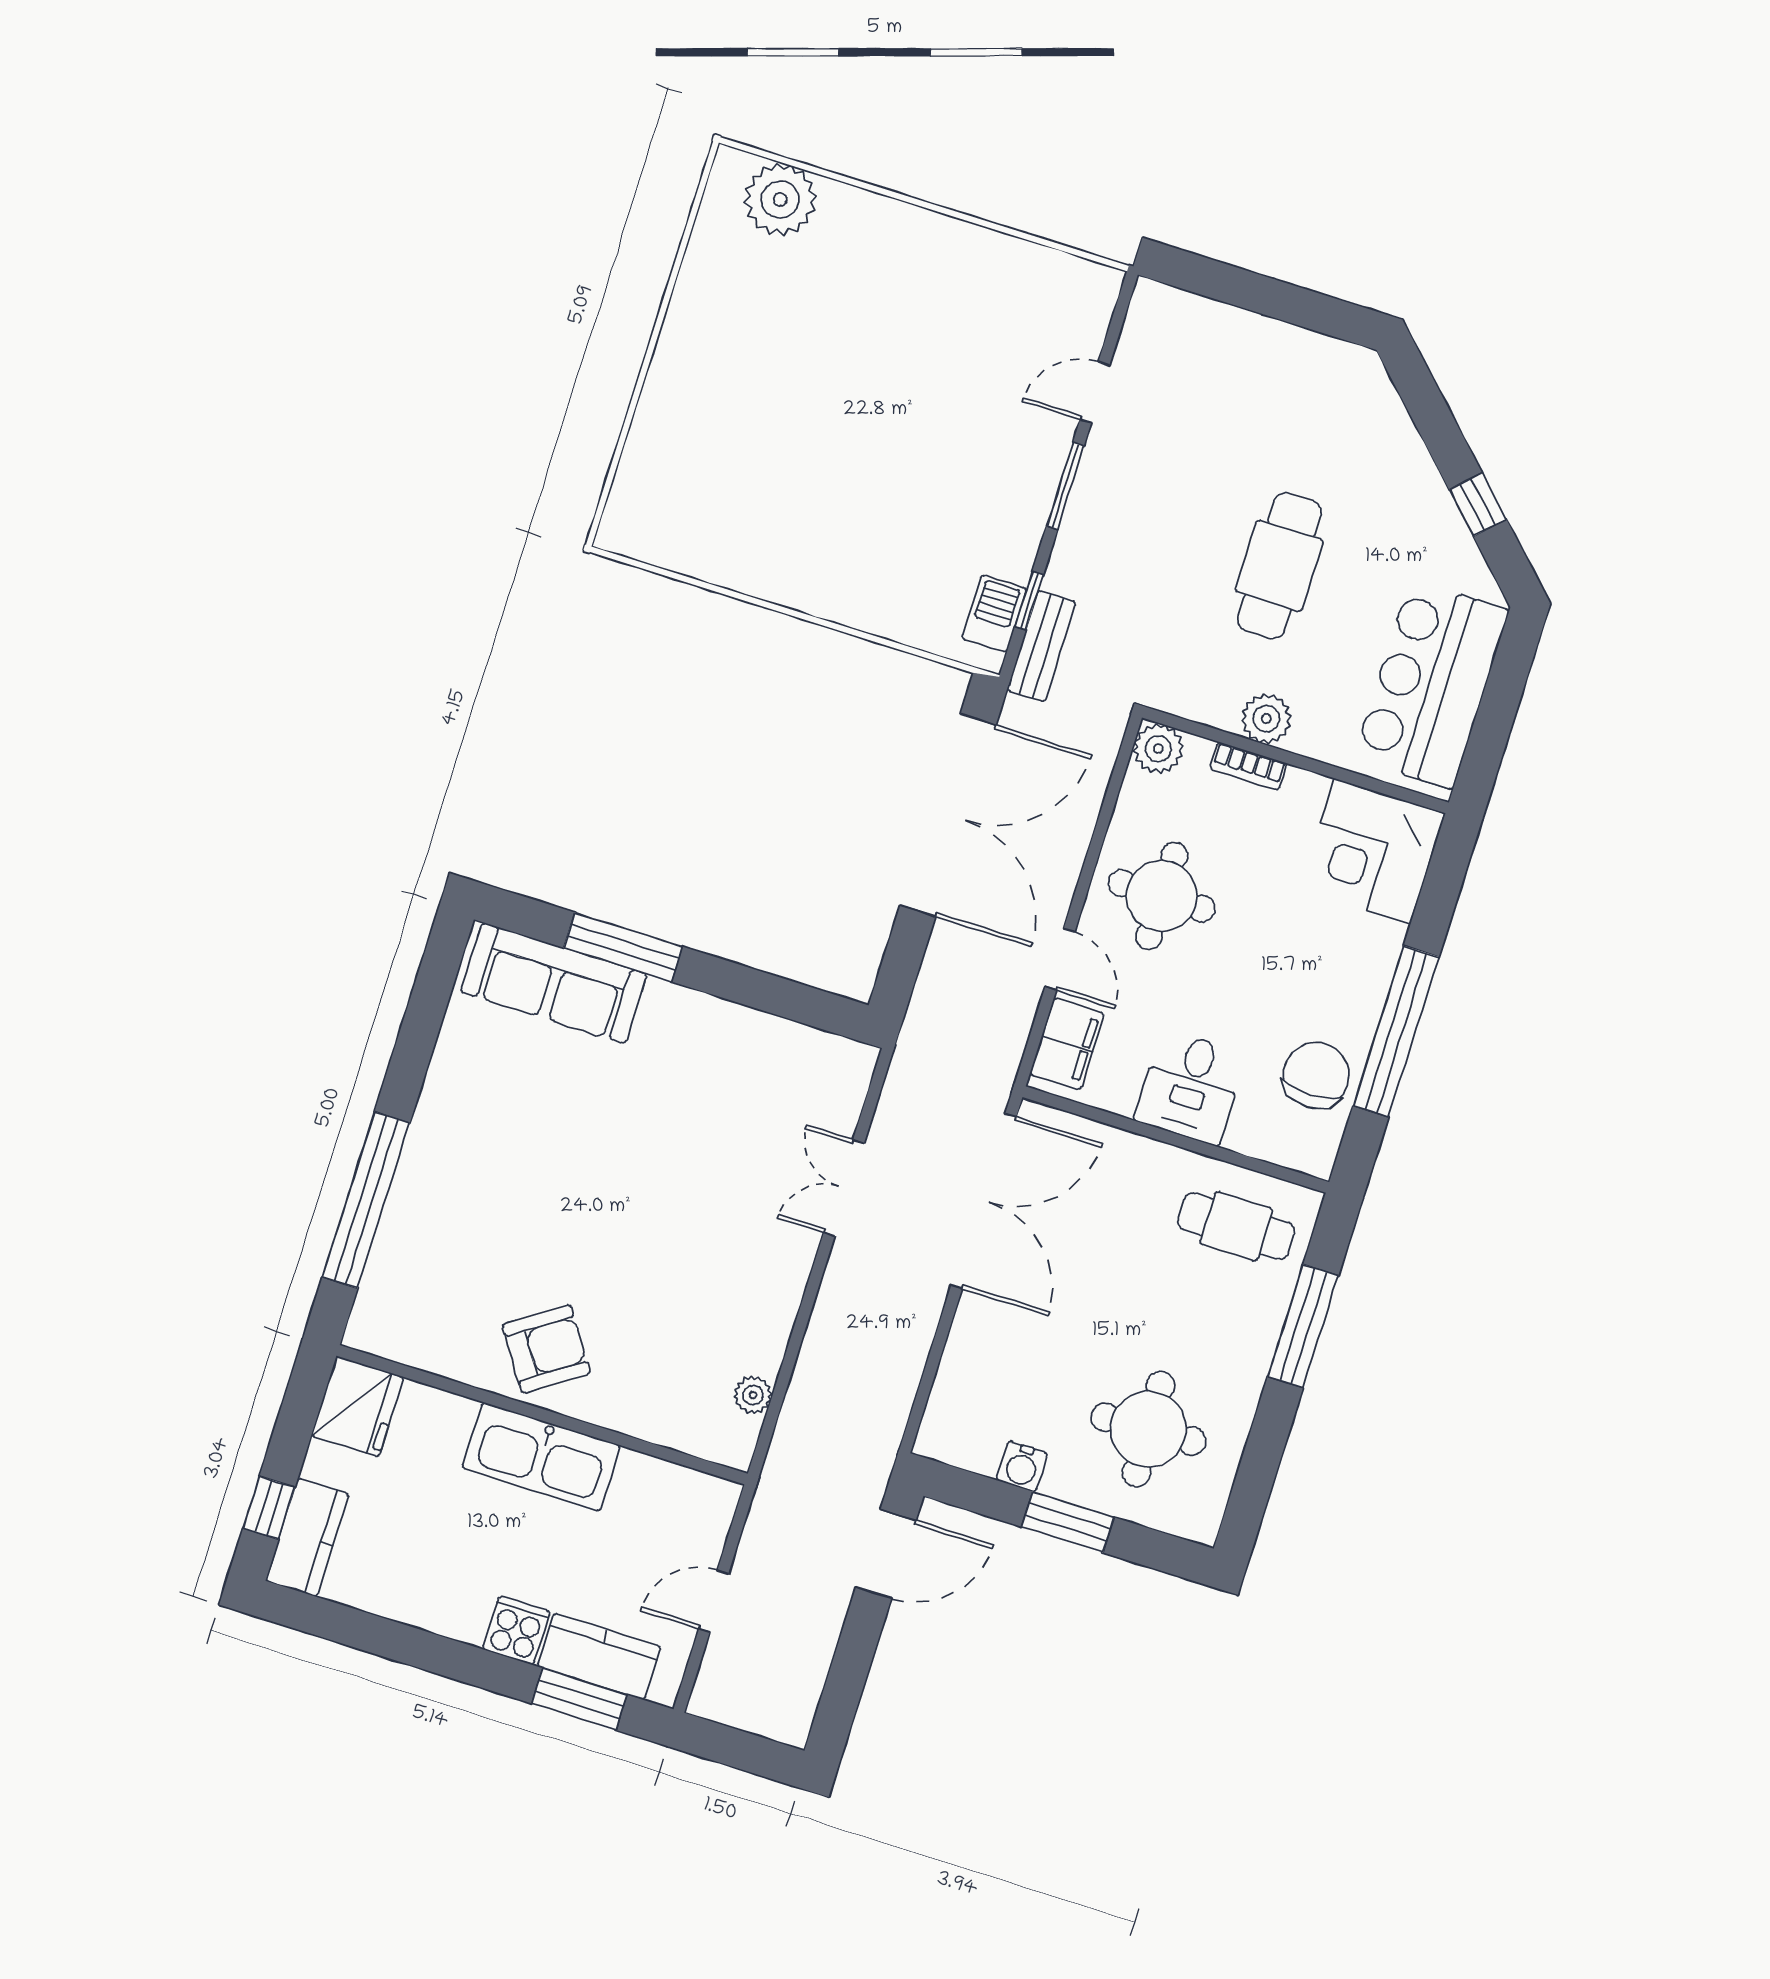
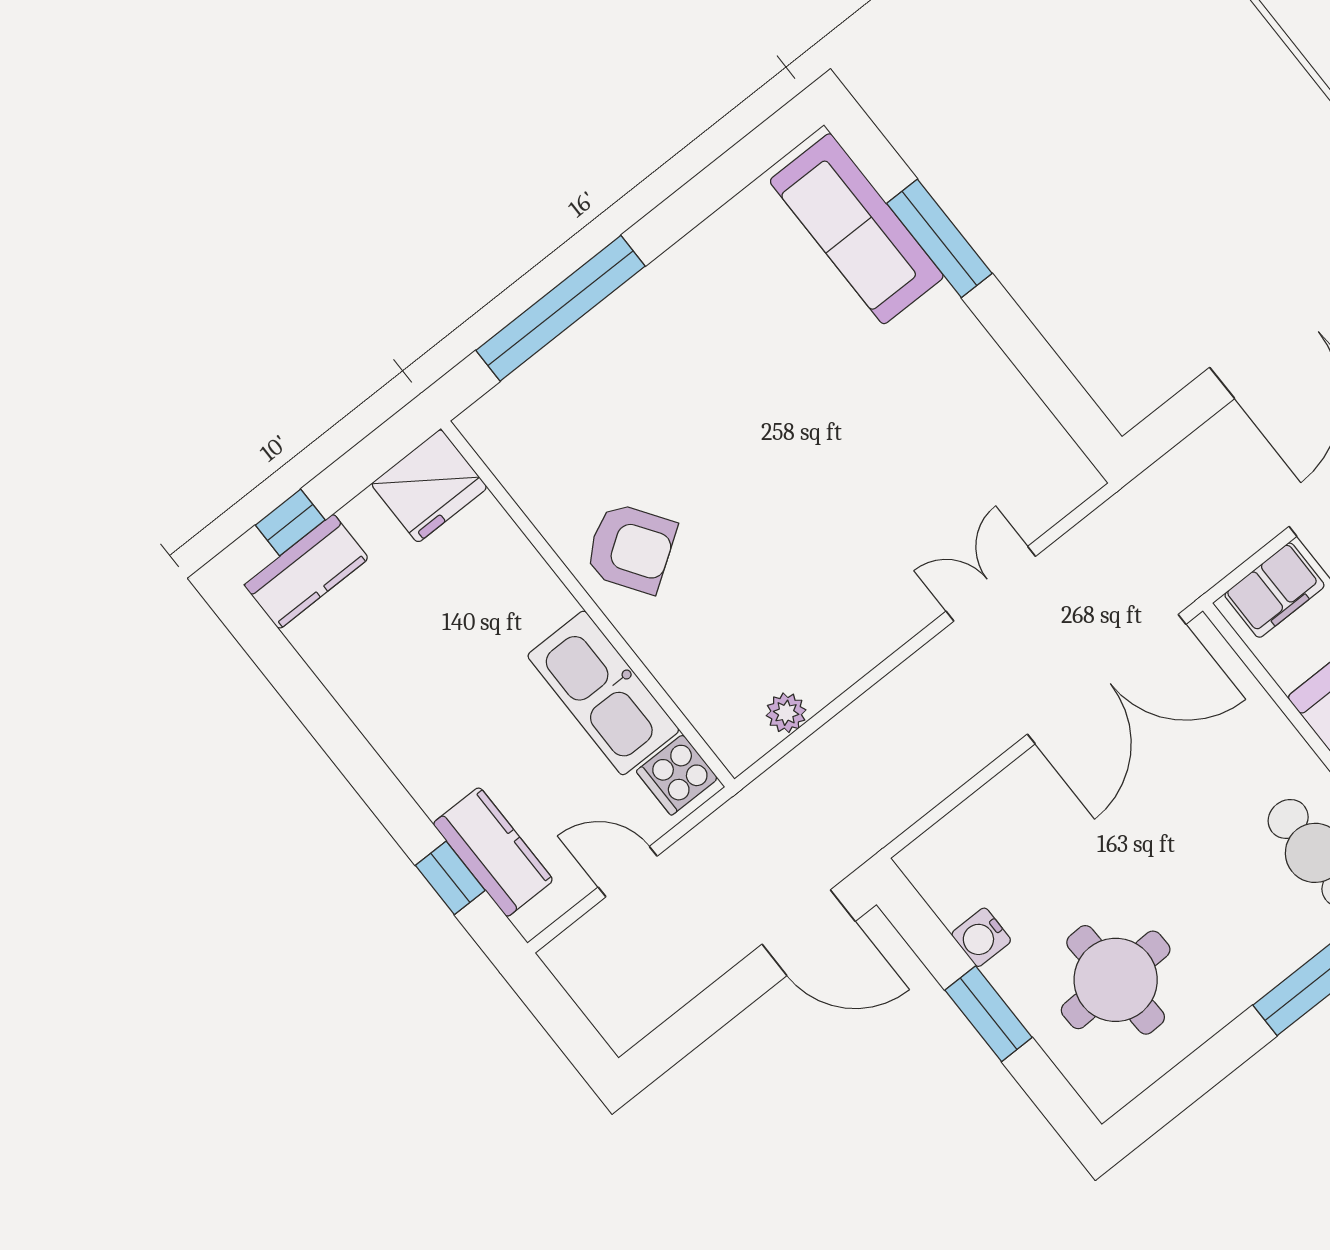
kitchen sink: (541, 1457) -> (603, 693), moved
cooker: (516, 1630) -> (677, 775), moved, turned 180
window: (579, 1699) -> (450, 878), width x0.67

